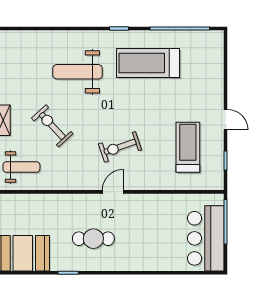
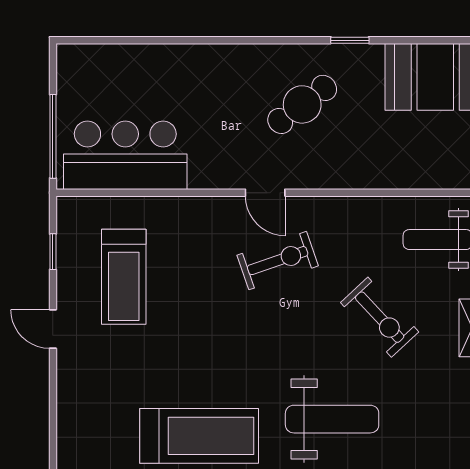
exercise bike: (120, 147) -> (278, 261), moved
door: (113, 192) -> (265, 193), hinge flipped
bar counter: (206, 238) -> (125, 155), moved, turned -90
cafe table: (93, 239) -> (302, 104), turned -37

